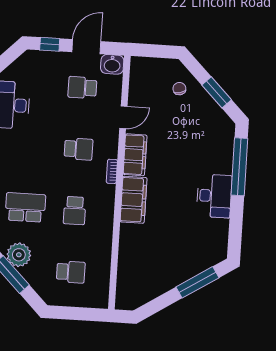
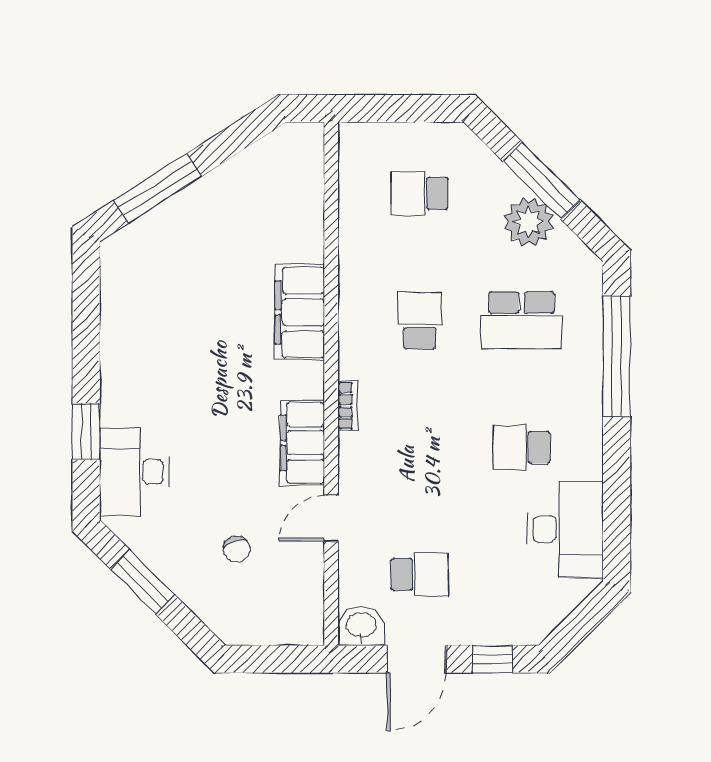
chair: (179, 89) -> (237, 549), moved
school desk: (78, 149) -> (521, 447), moved
window: (239, 167) -> (86, 432), width x0.47
desk: (214, 196) -> (134, 472), moved
filing cabinet: (134, 200) -> (300, 312), moved

